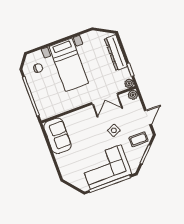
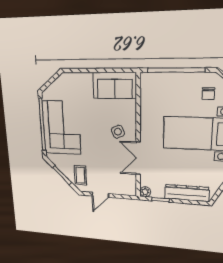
plant: (133, 95) -> (131, 190), removed
door: (148, 117) -> (100, 195), hinge flipped
side table: (114, 130) -> (118, 132), moved

